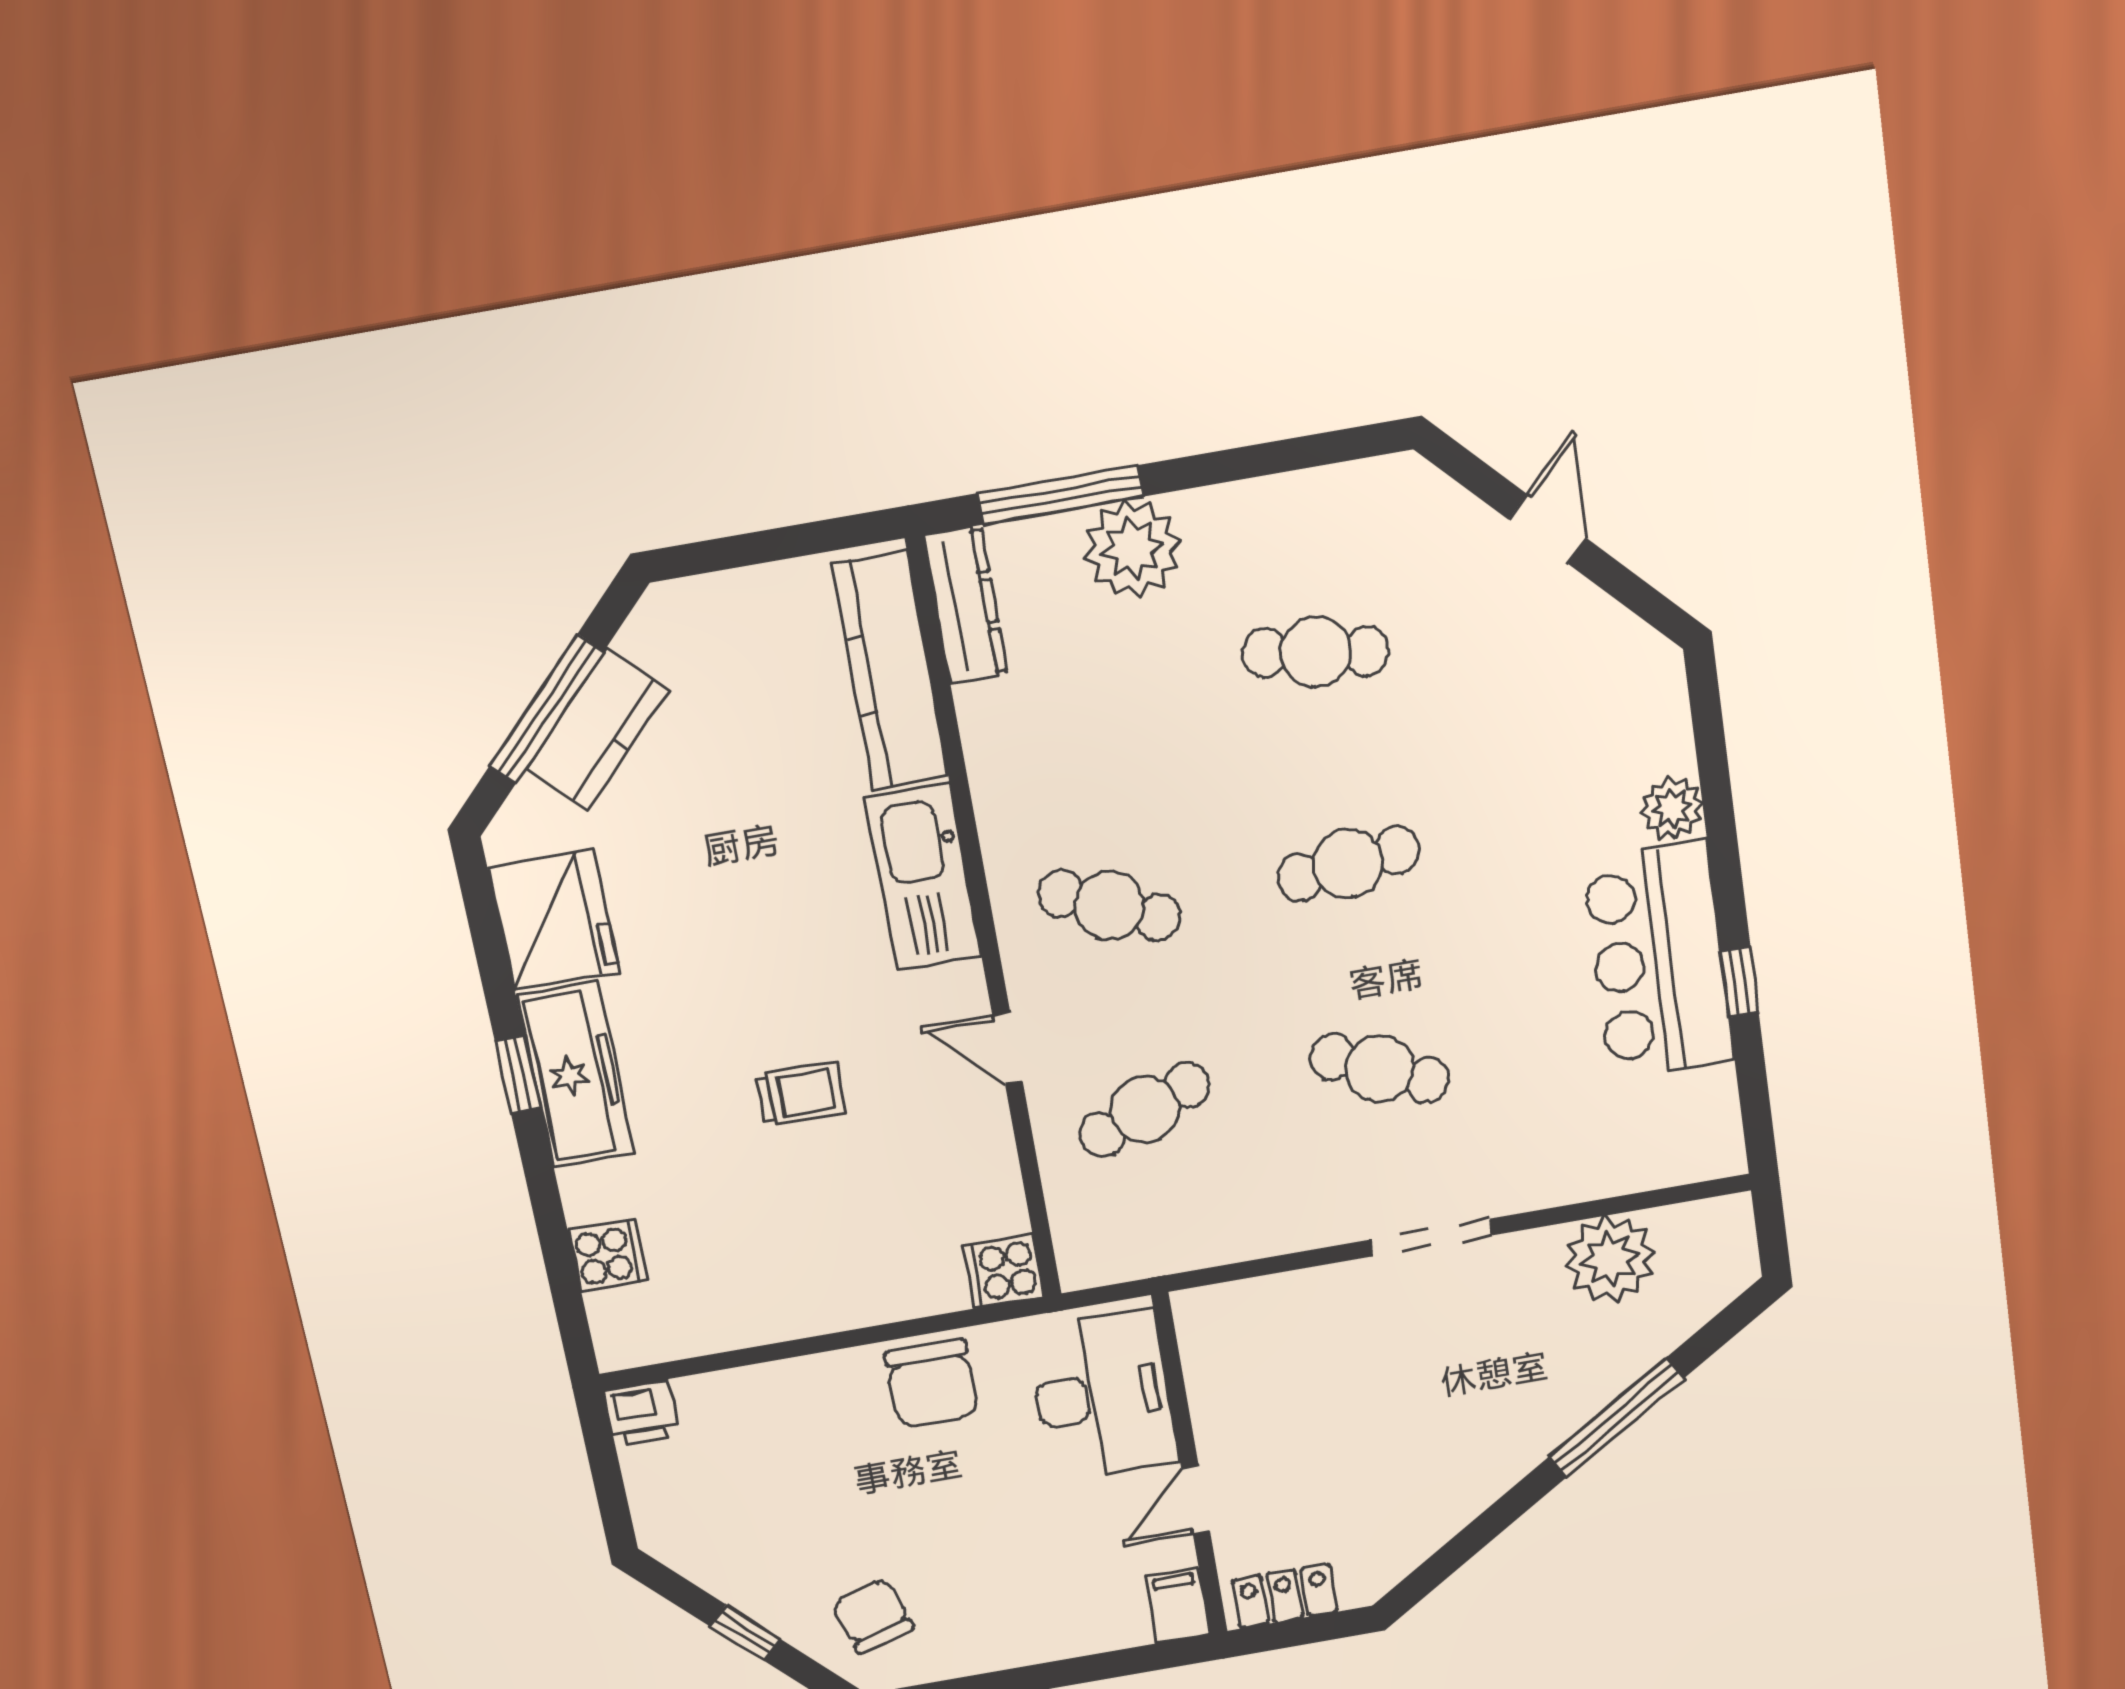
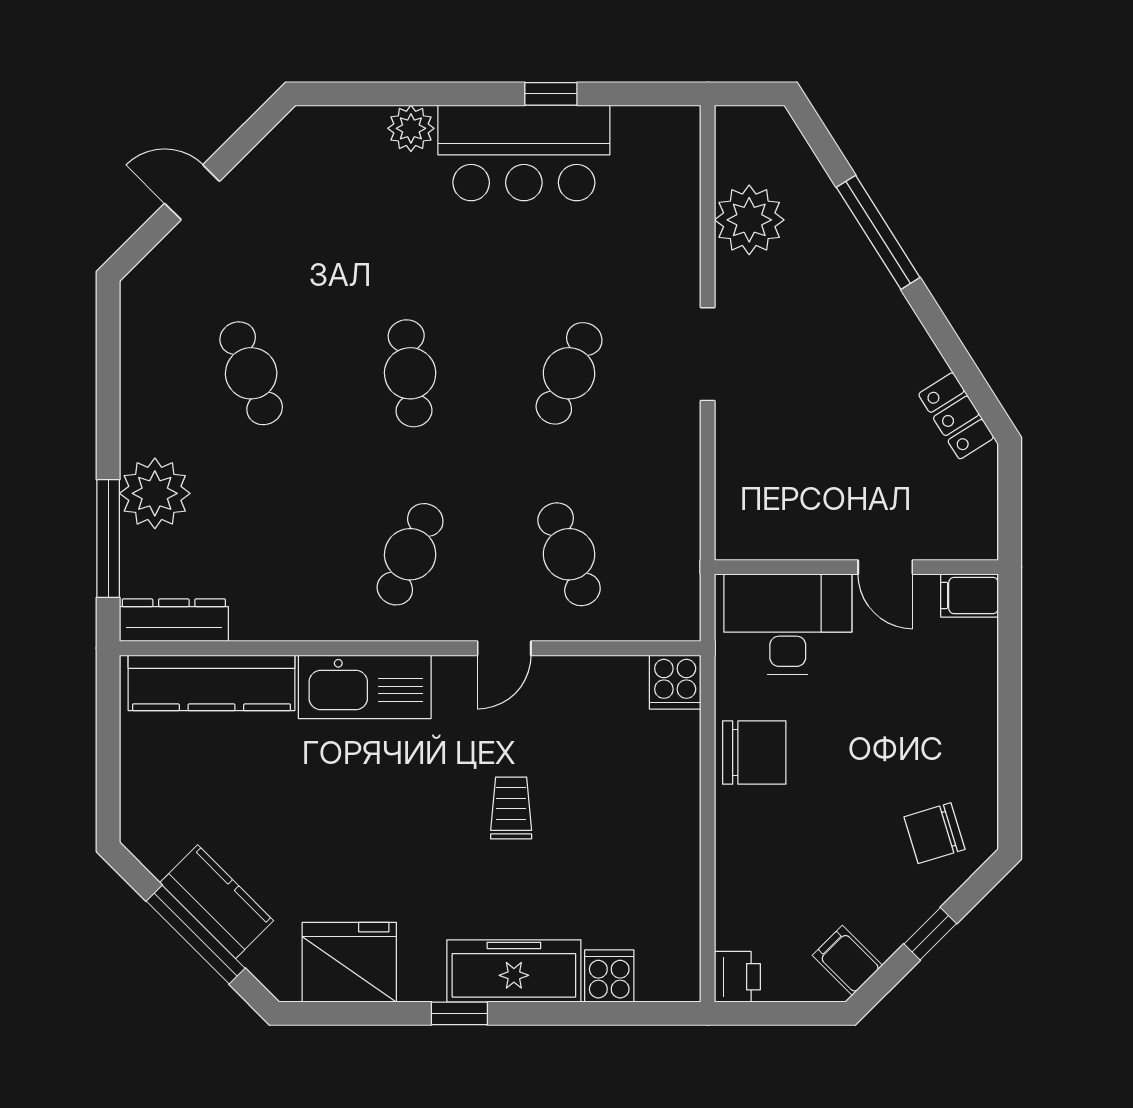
cafe table: (1316, 652) -> (251, 373), turned -30
freezer: (575, 1075) -> (514, 971), moved
filing cabinet: (691, 1541) -> (847, 960), added
locker: (1285, 1596) -> (956, 416), moved, turned -32

